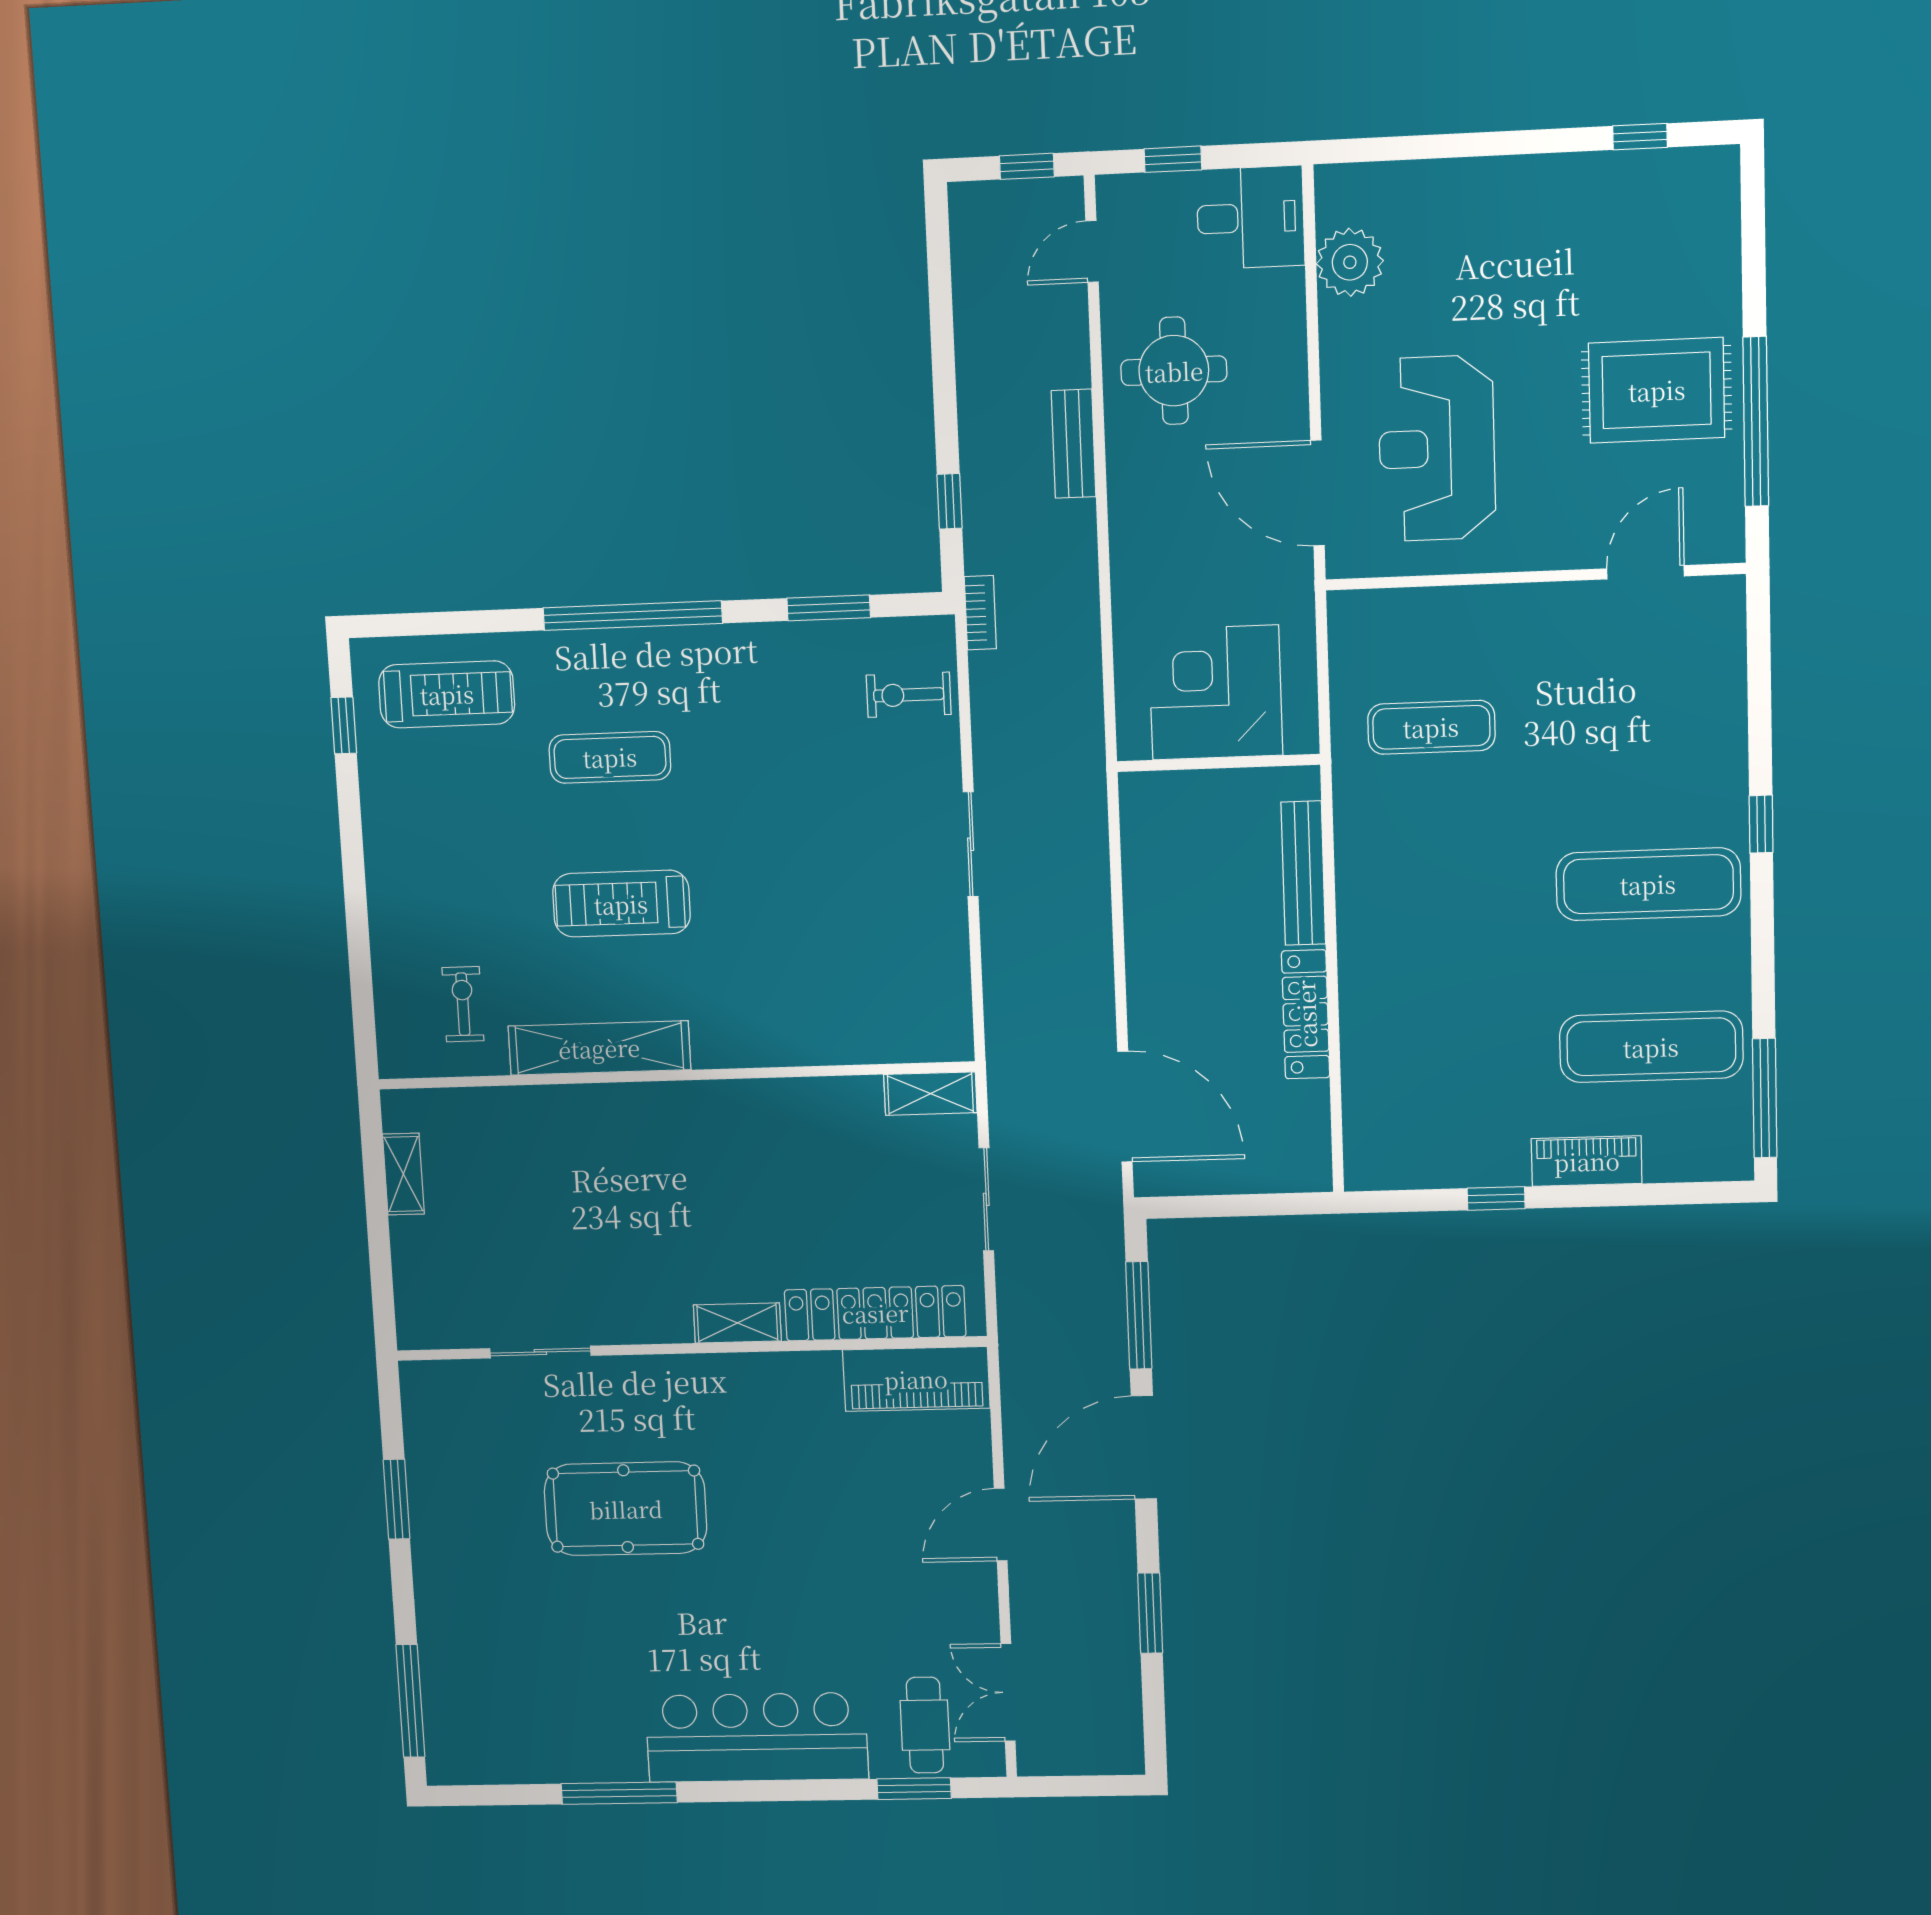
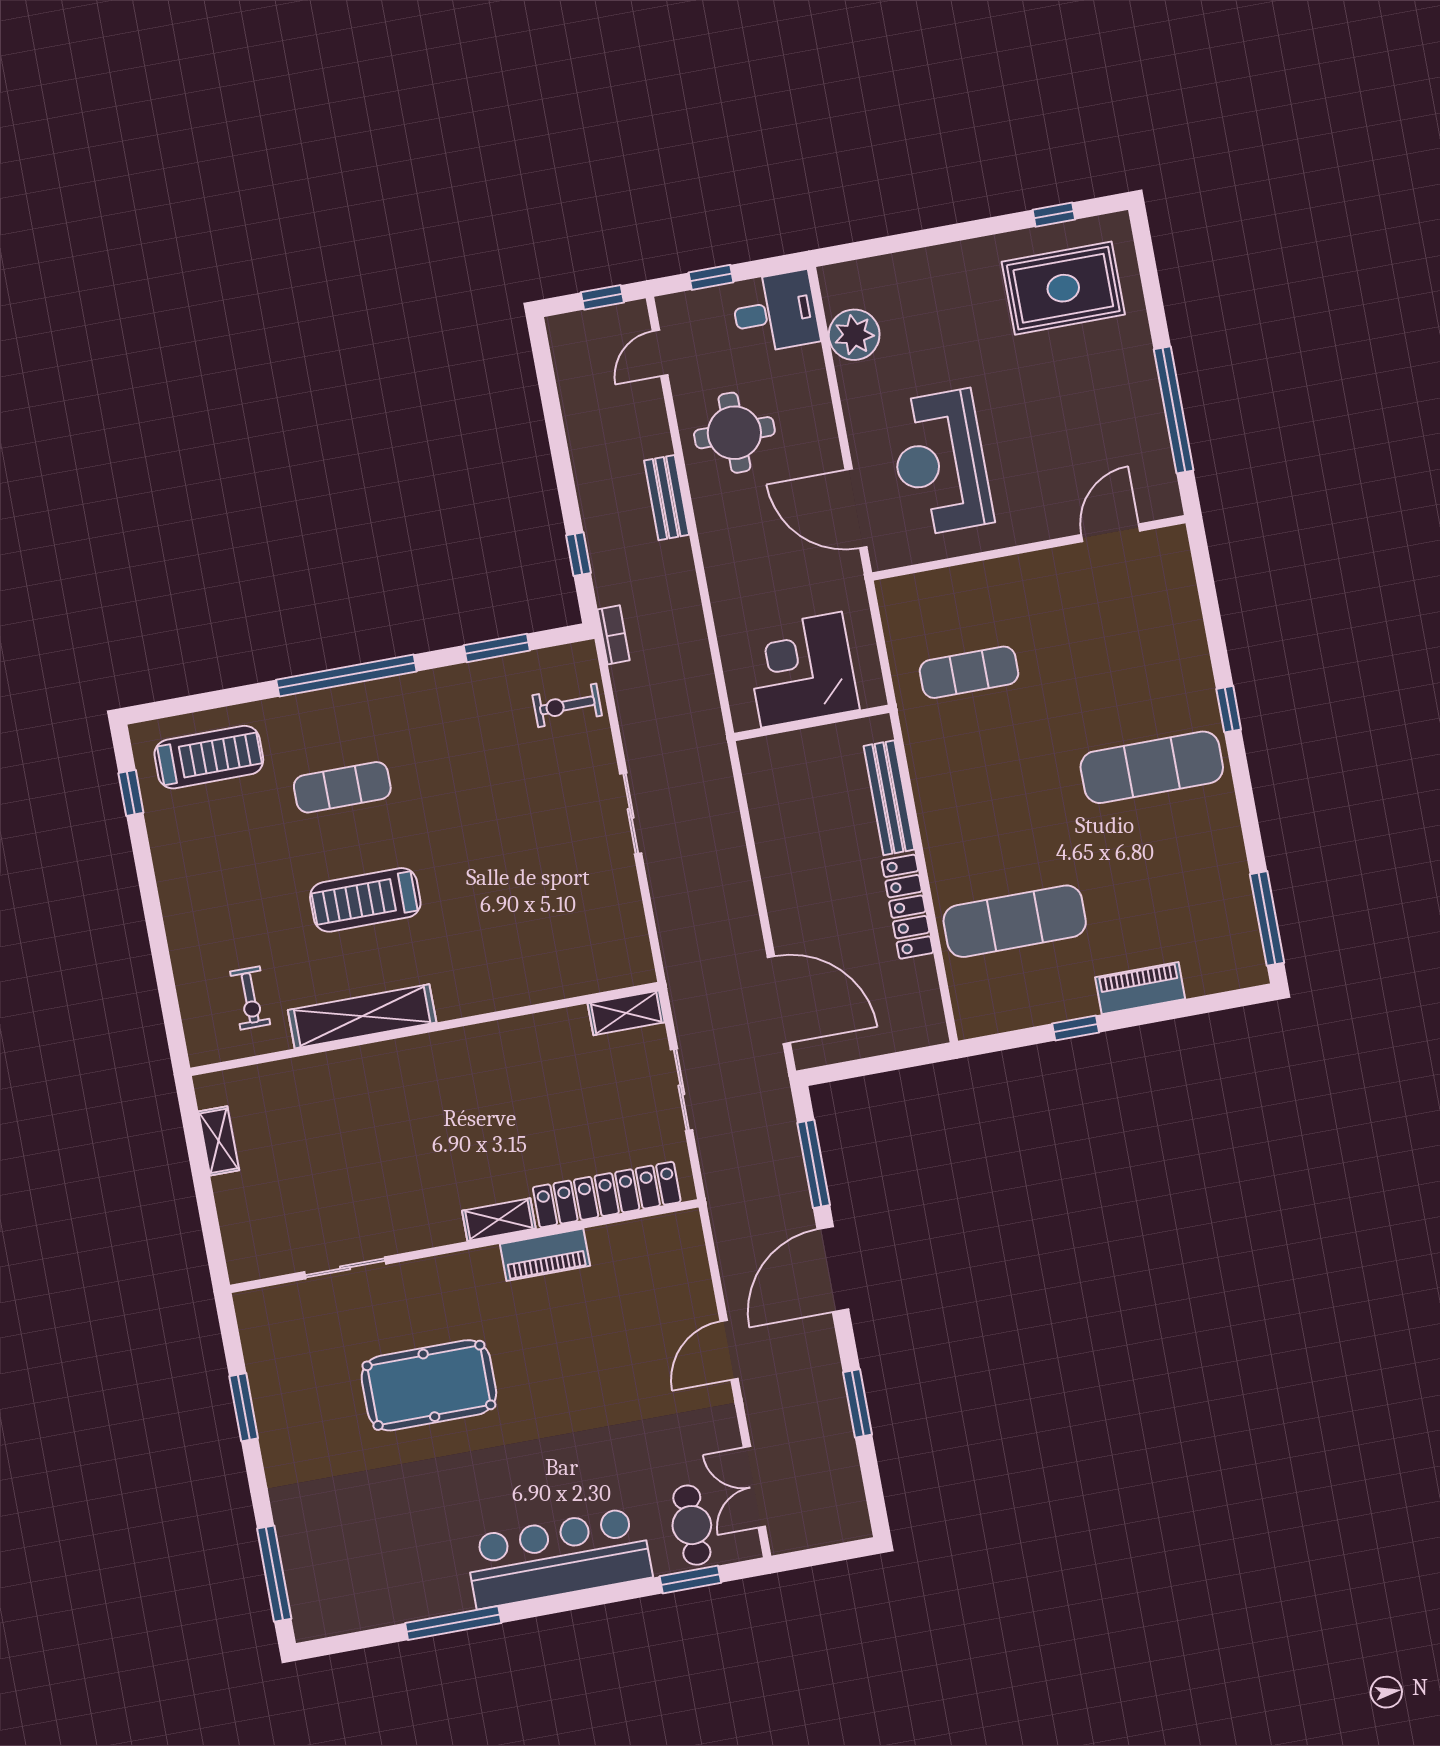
rug: (1657, 390) -> (1063, 288), moved
exercise bike: (463, 1004) -> (250, 998), turned 180
exercise mat: (1651, 1047) -> (1015, 921), moved
piano: (916, 1379) -> (545, 1255), moved, width x0.73, depth x0.75

